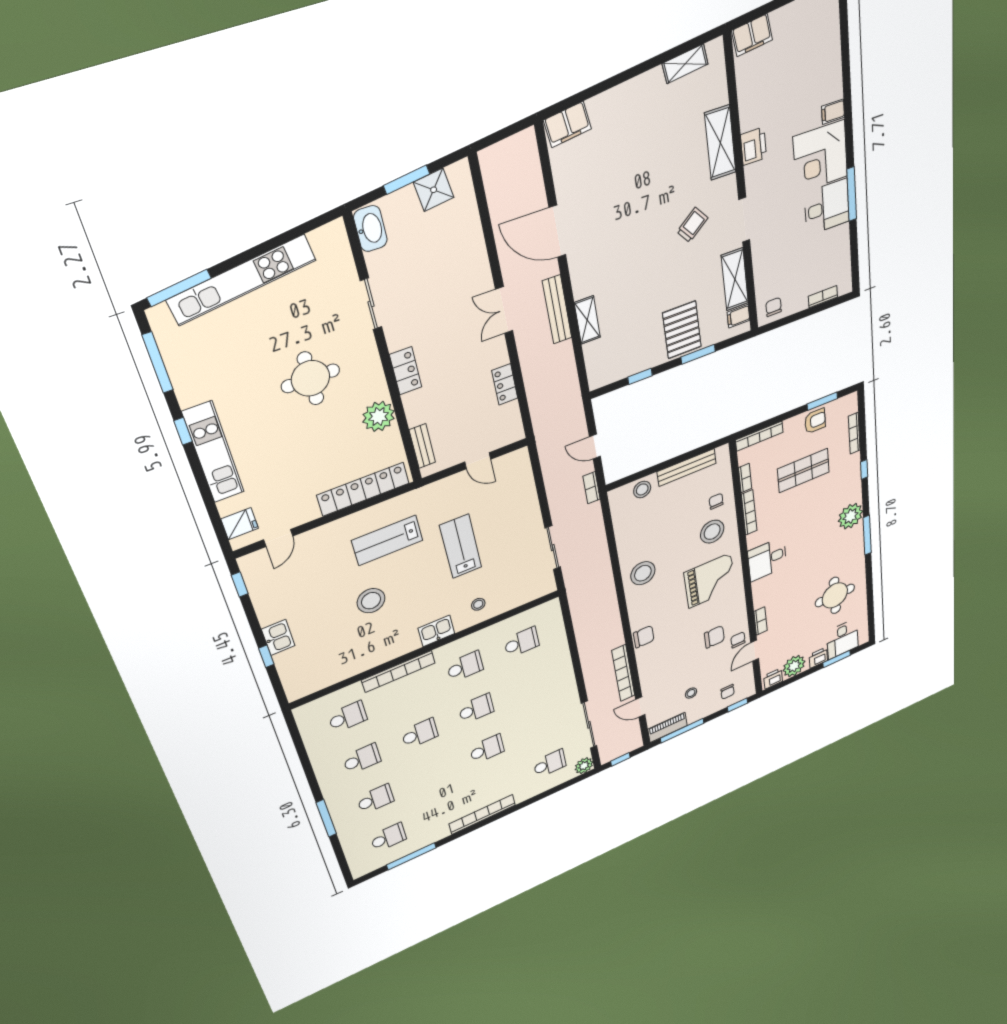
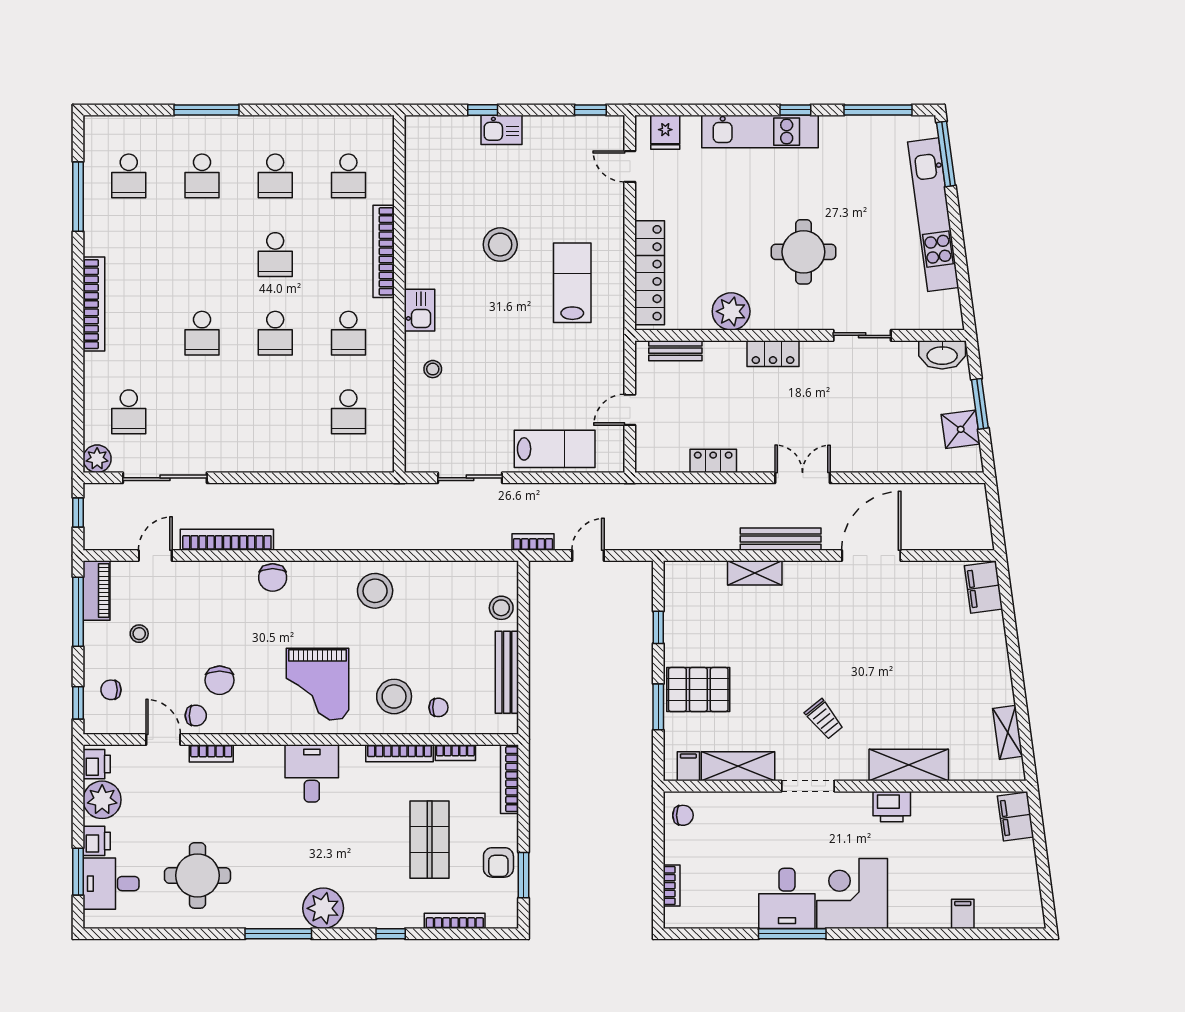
filing cabinet: (833, 112) -> (963, 914), moved
lab bench: (461, 546) -> (555, 449), moved

